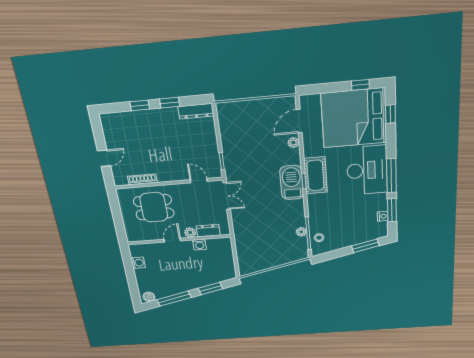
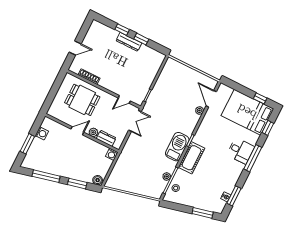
dresser: (196, 111) -> (129, 42), moved
bed: (354, 118) -> (247, 112), width x0.73
door: (299, 121) -> (211, 99), hinge flipped
desk: (367, 170) -> (241, 151), width x0.53, depth x0.77
cot: (315, 175) -> (192, 158), moved
window: (391, 176) -> (253, 158), moved
door: (199, 181) -> (124, 99), swing flipped
barbecue: (292, 183) -> (177, 147), moved
washing machine: (200, 245) -> (112, 154), moved
window: (132, 280) -> (27, 144), added
boiler: (149, 297) -> (98, 180), moved

